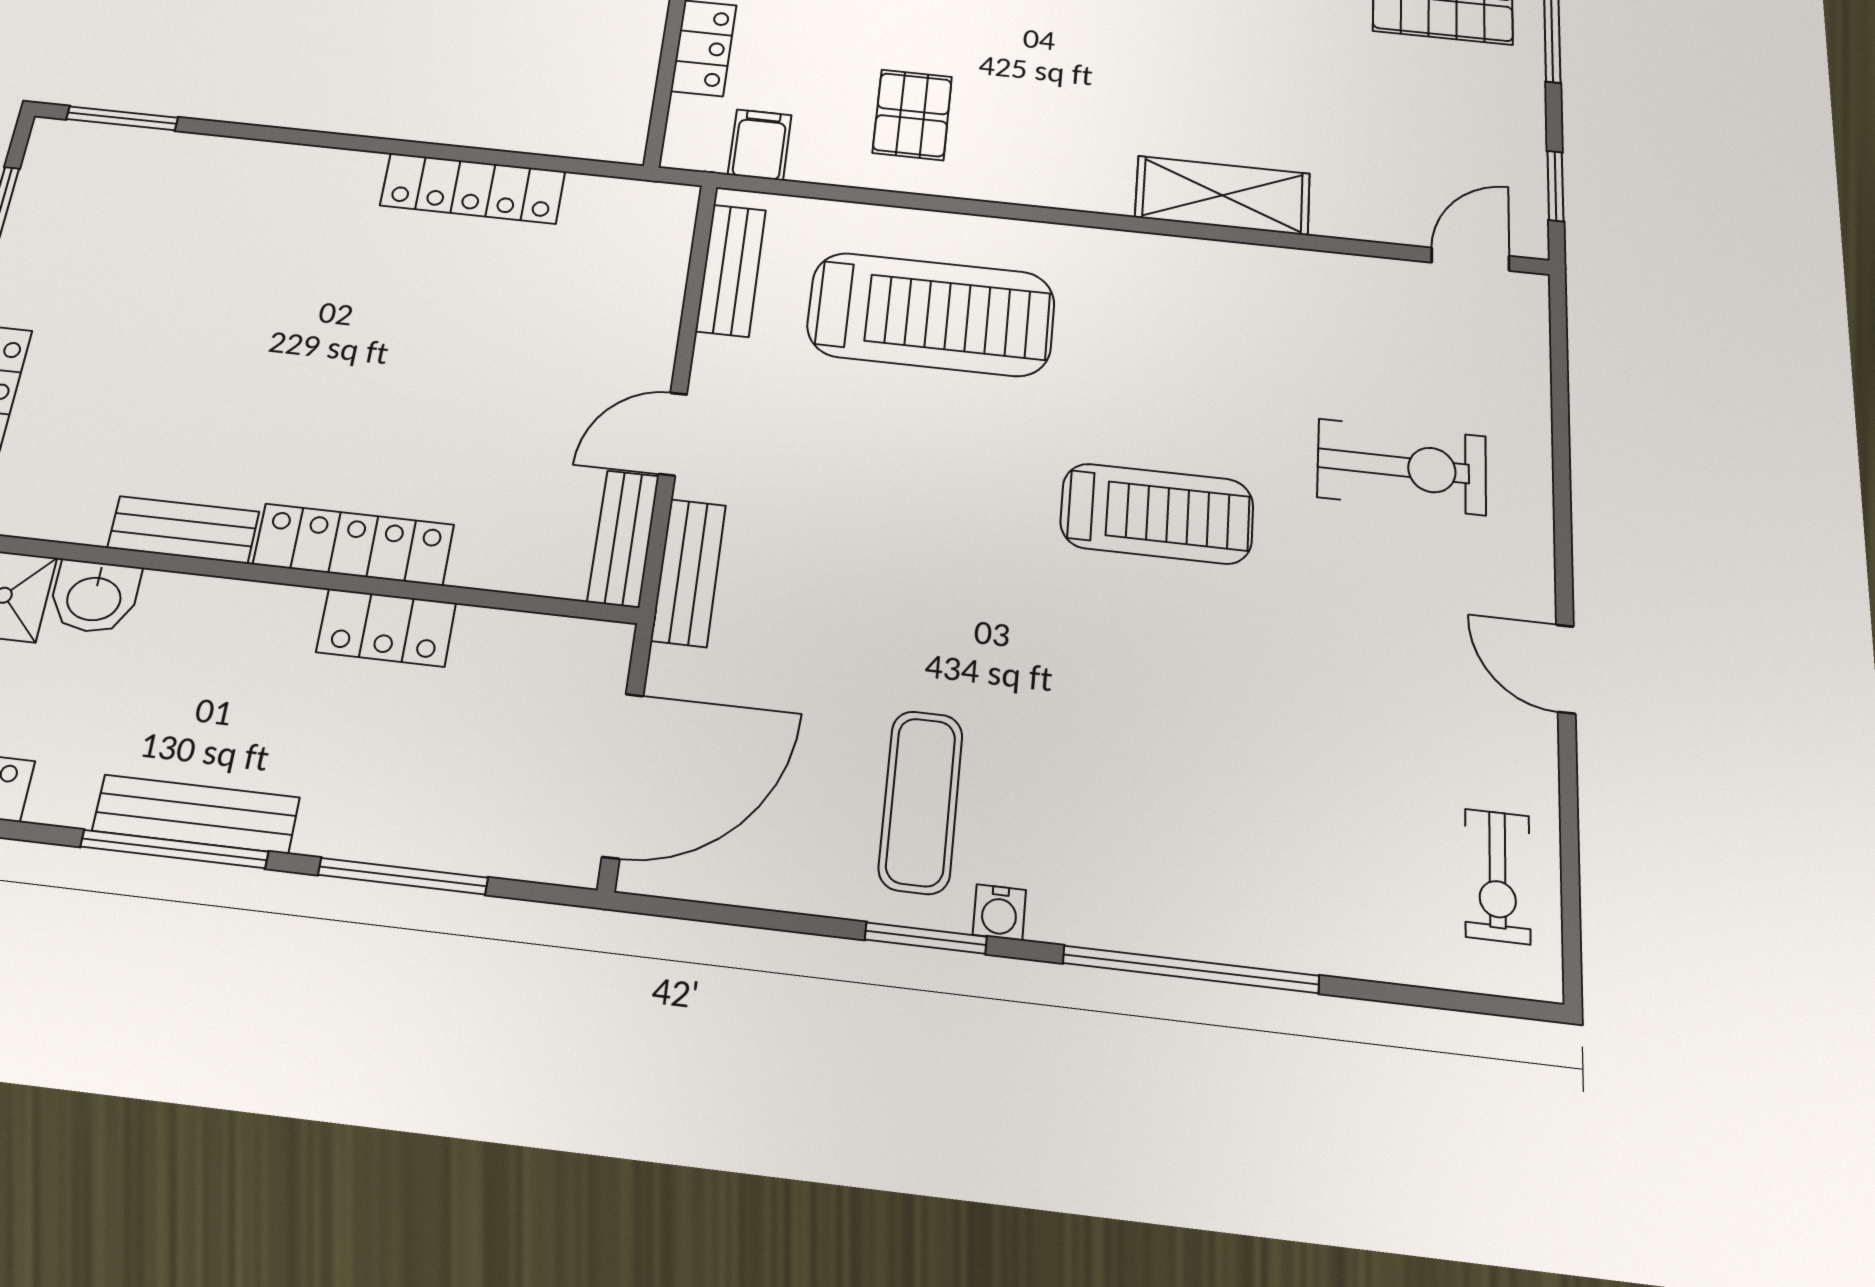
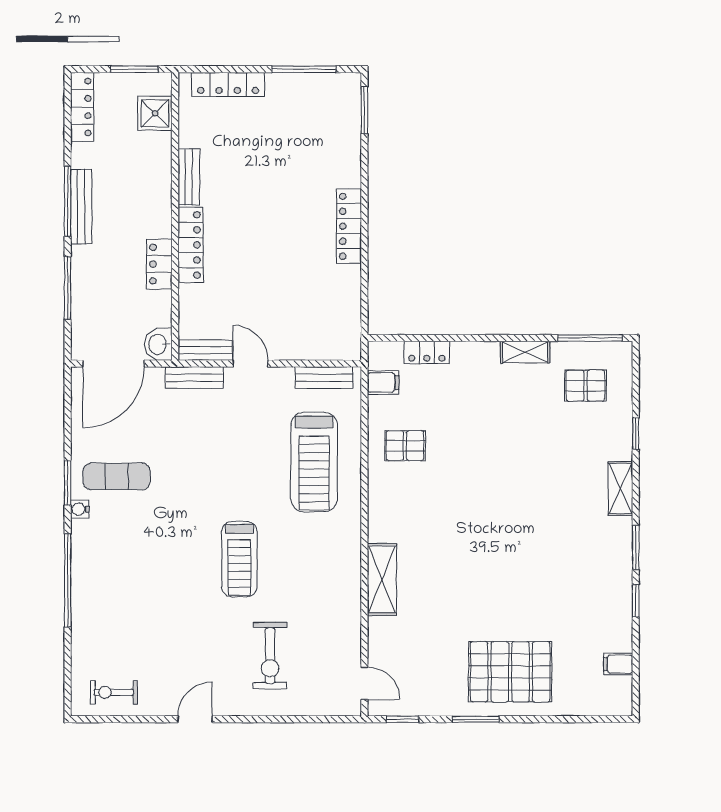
locker: (473, 188) -> (349, 226), moved
washbasin: (94, 597) -> (158, 344), moved
door: (623, 775) -> (114, 364), hinge flipped

